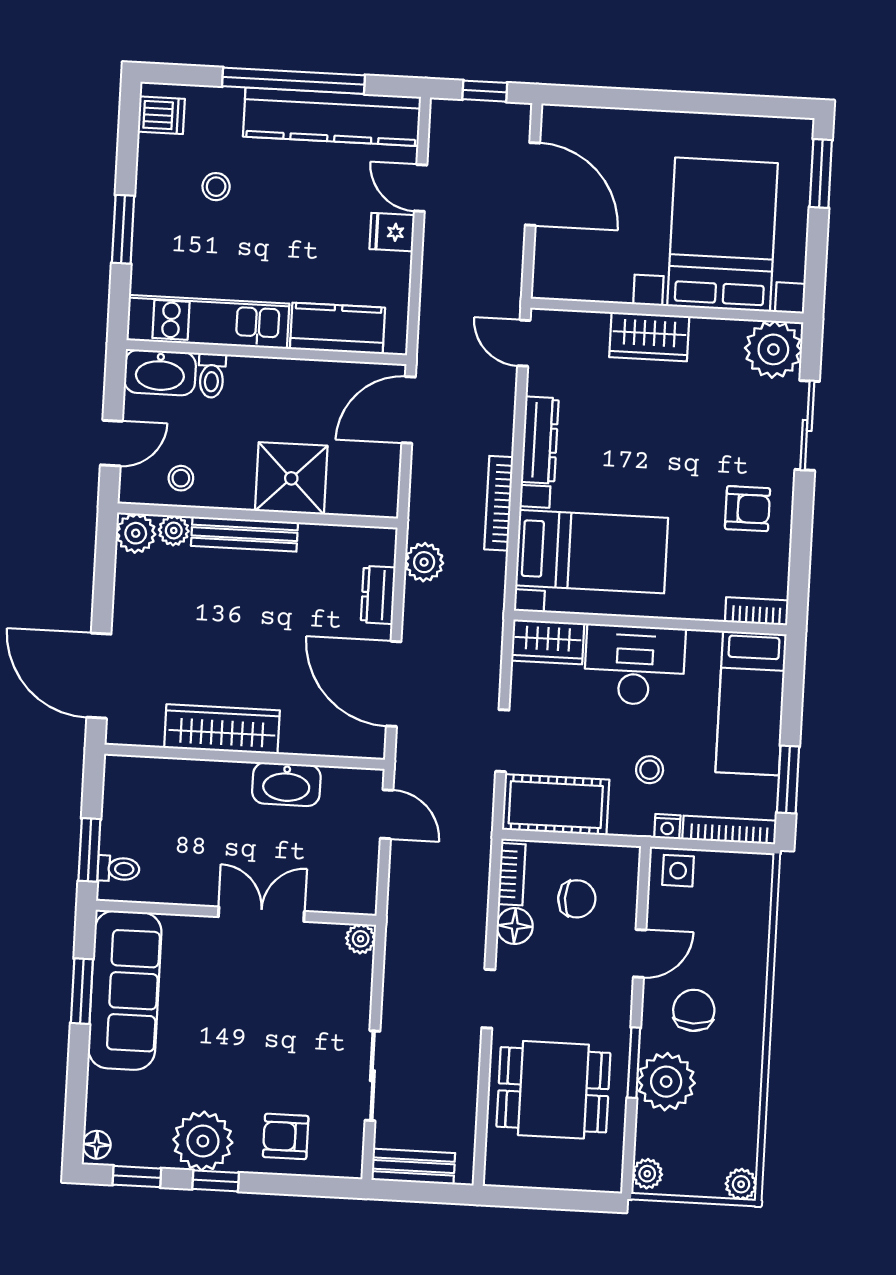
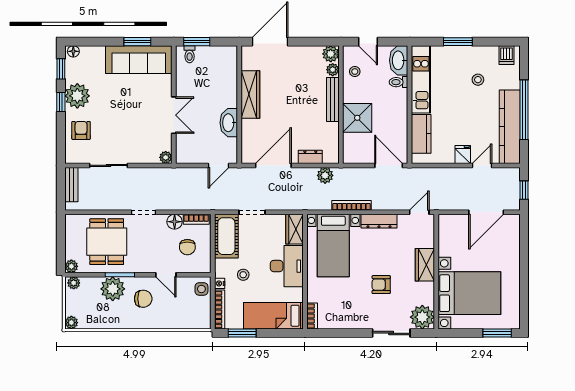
armchair: (748, 509) -> (381, 285), moved, turned 90
plant: (607, 1177) -> (71, 266), added

